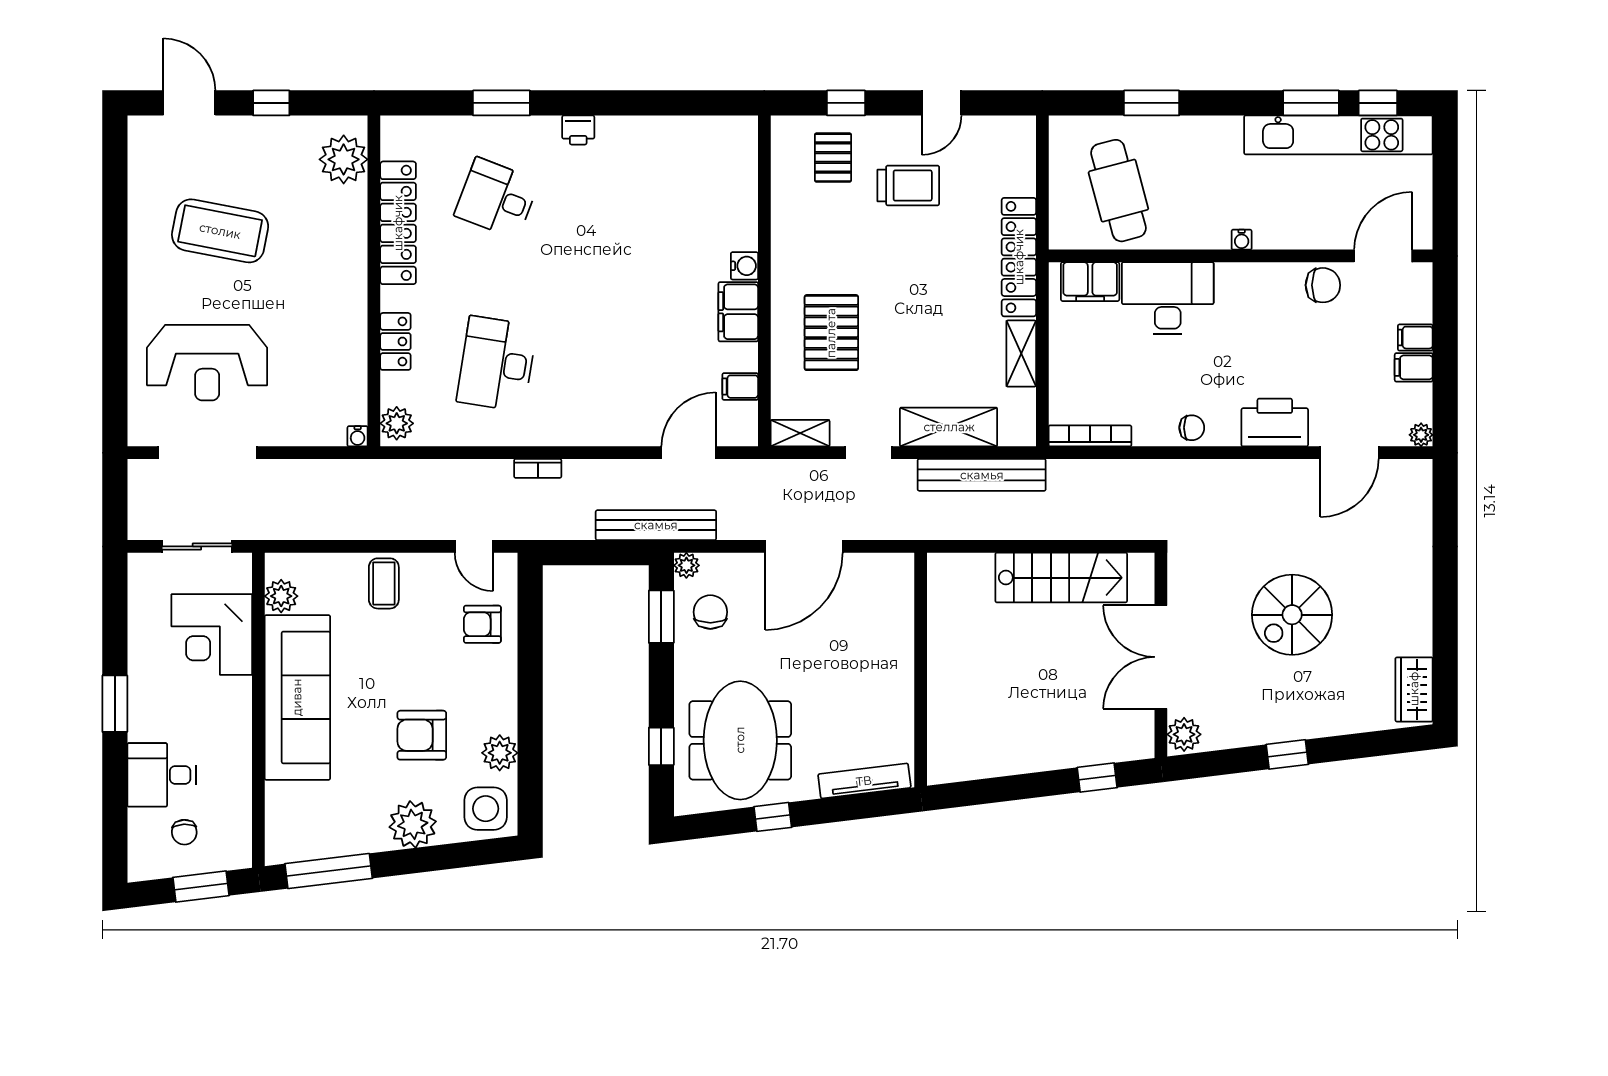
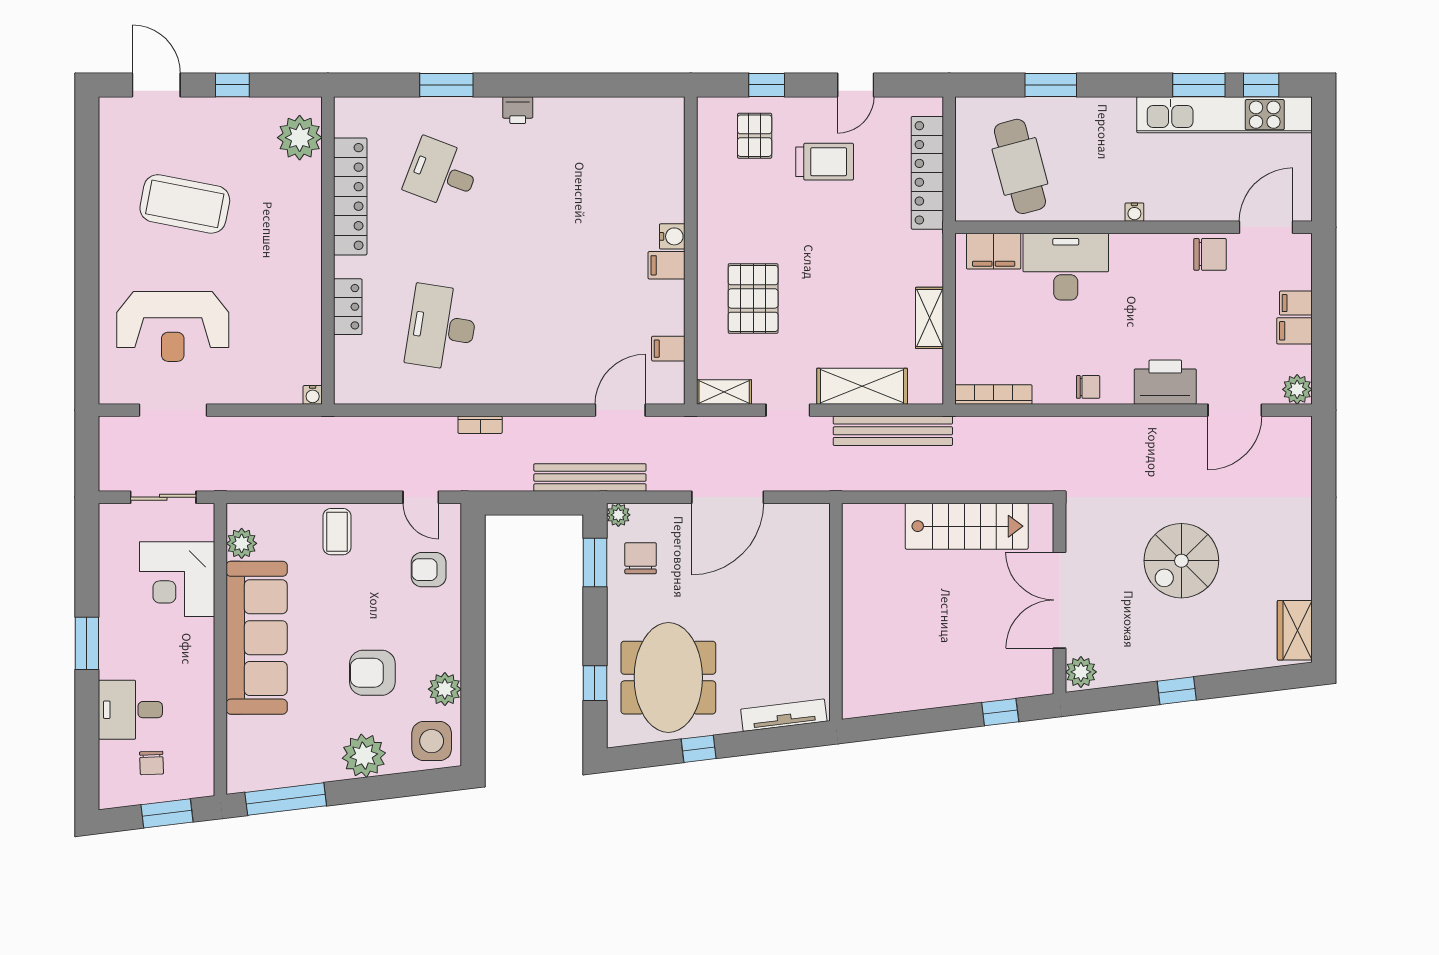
locker: (1019, 257) -> (927, 173), moved
filing cabinet: (738, 312) -> (667, 265), width x0.50
plant: (397, 423) -> (349, 383), removed
plant: (1421, 435) -> (1297, 389), width x1.38, depth x1.38
doorway: (207, 453) -> (173, 410), width x0.73

